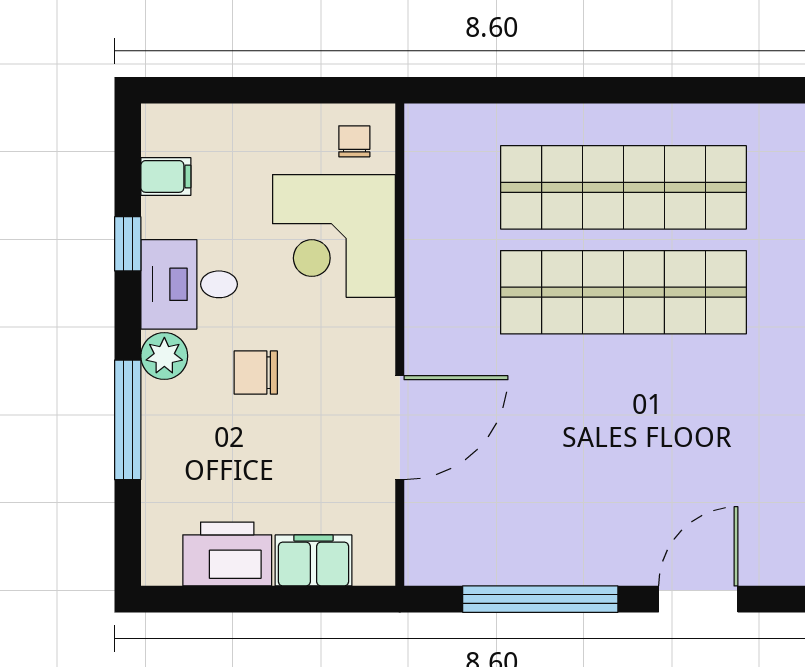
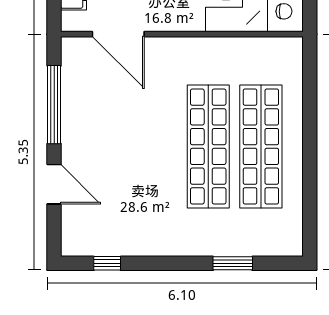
door: (400, 428) -> (118, 34), moved

